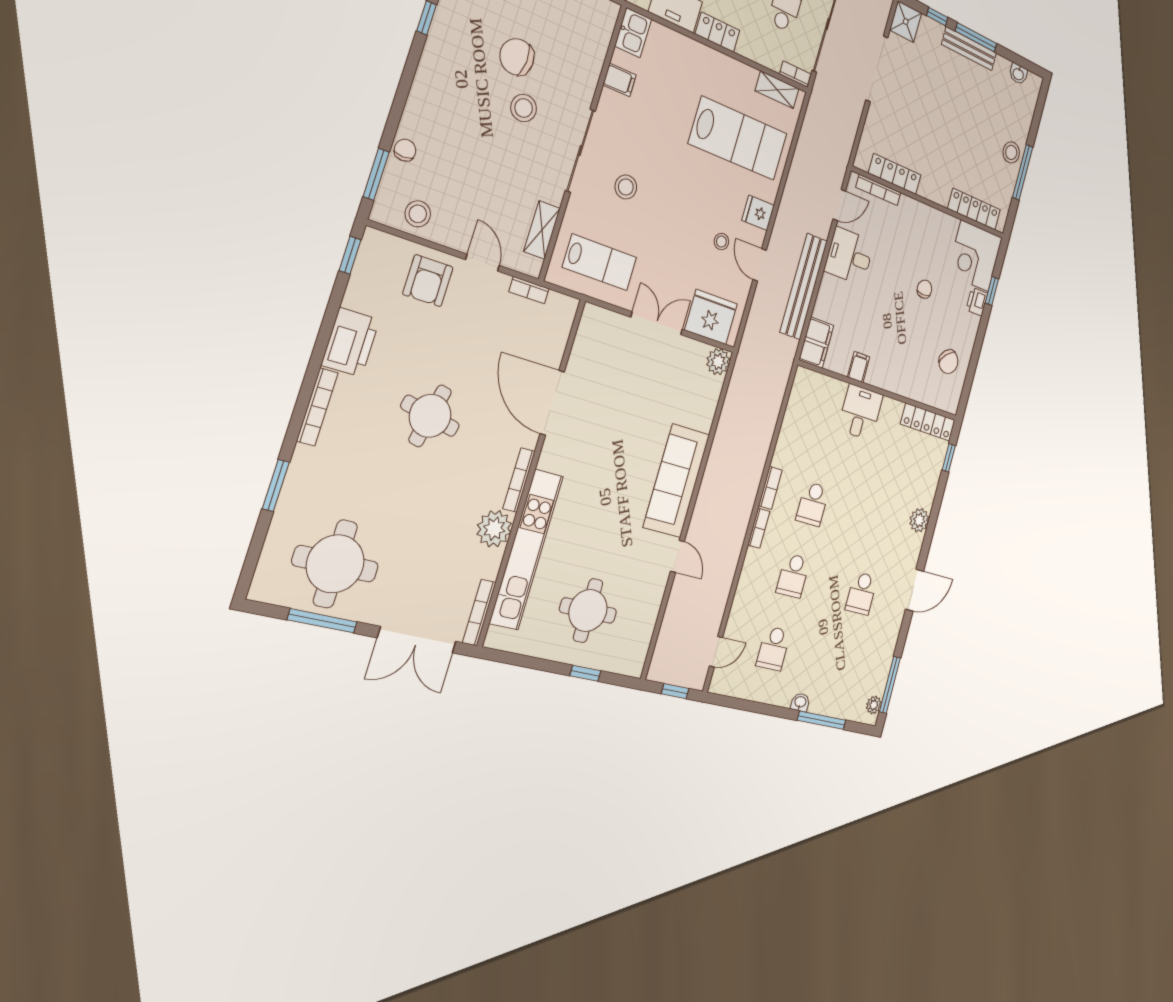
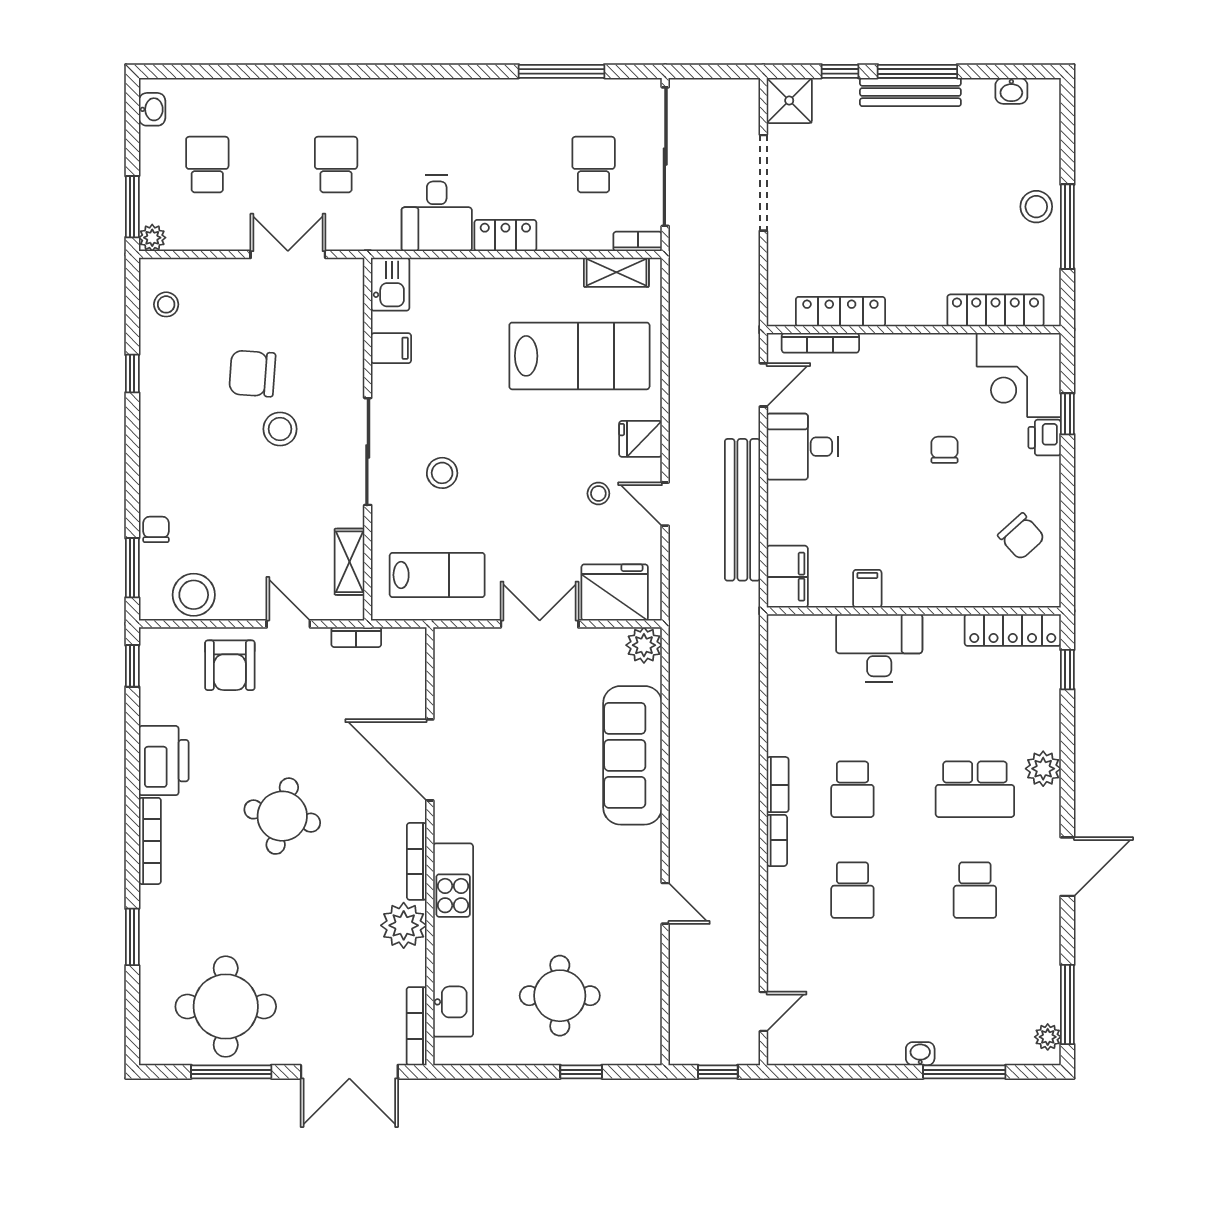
stool: (418, 214) -> (194, 595), width x1.38, depth x1.38
desk: (860, 412) -> (879, 648), width x1.37
sofa: (677, 481) -> (632, 755), moved
school desk: (773, 648) -> (975, 789), moved, width x1.85

